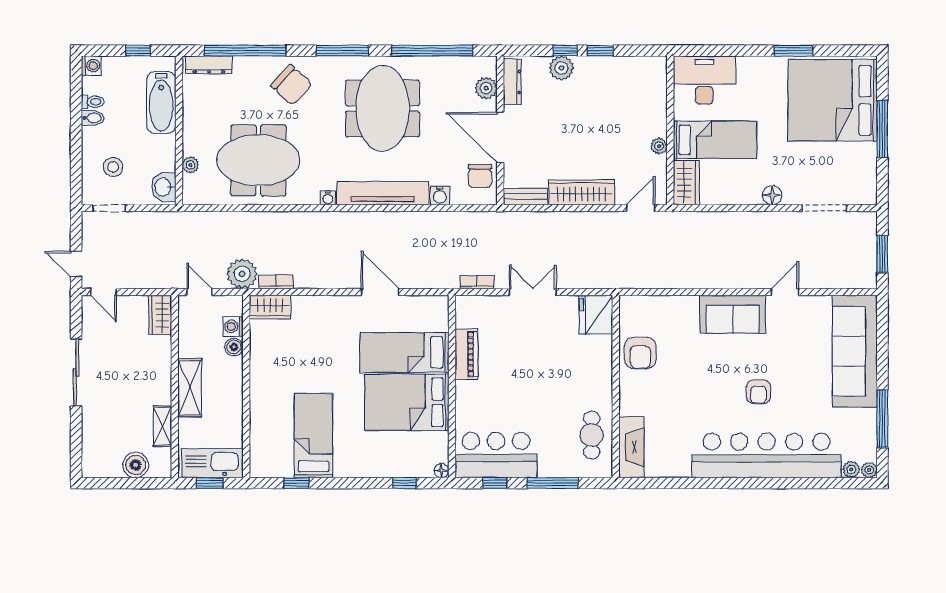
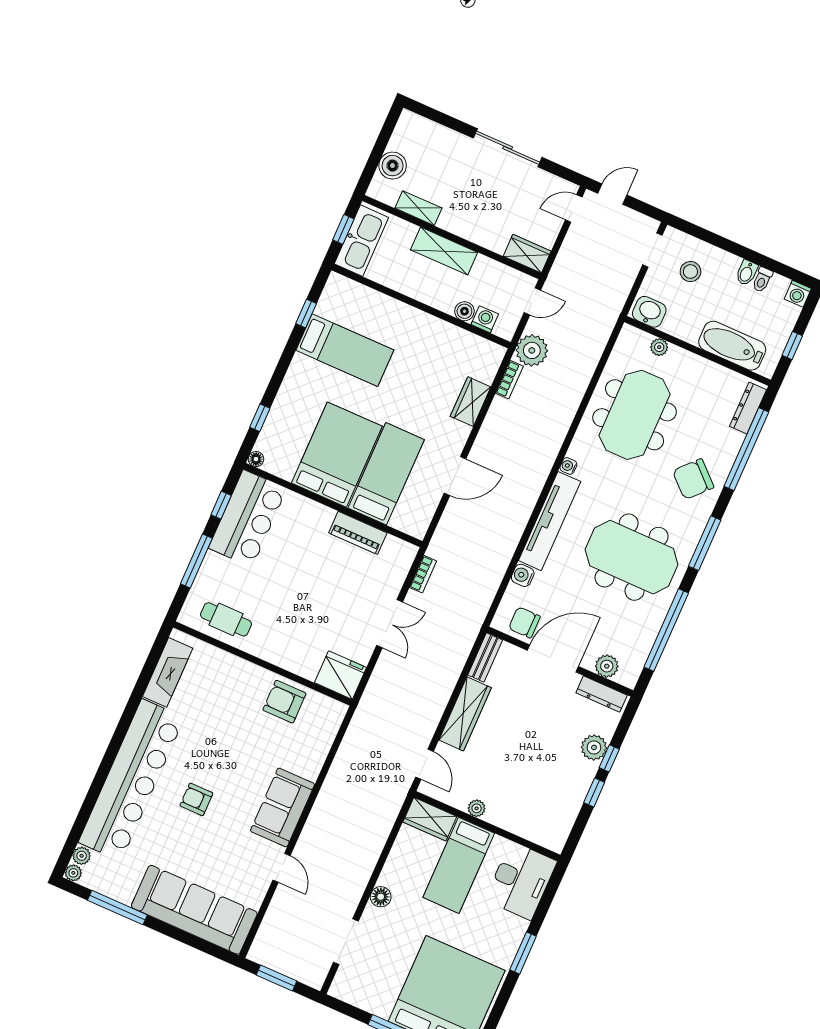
window: (793, 51) -> (523, 953), moved
wardrobe: (270, 307) -> (471, 402), moved
fireplace: (631, 447) -> (168, 672), moved, turned -90

